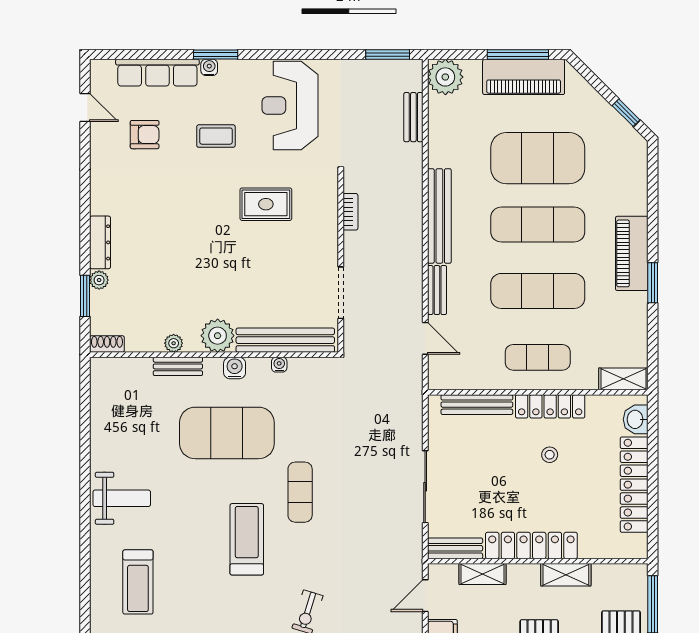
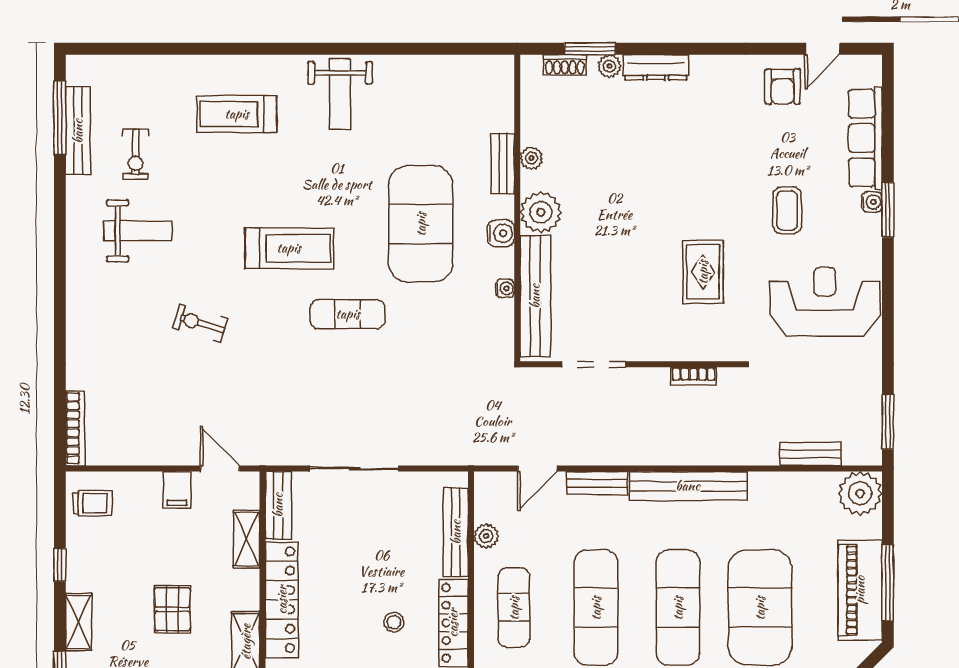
armchair: (145, 135) -> (783, 87), moved
shoe rack: (107, 344) -> (565, 65), moved, turned 90
plant: (480, 380) -> (486, 536), added

